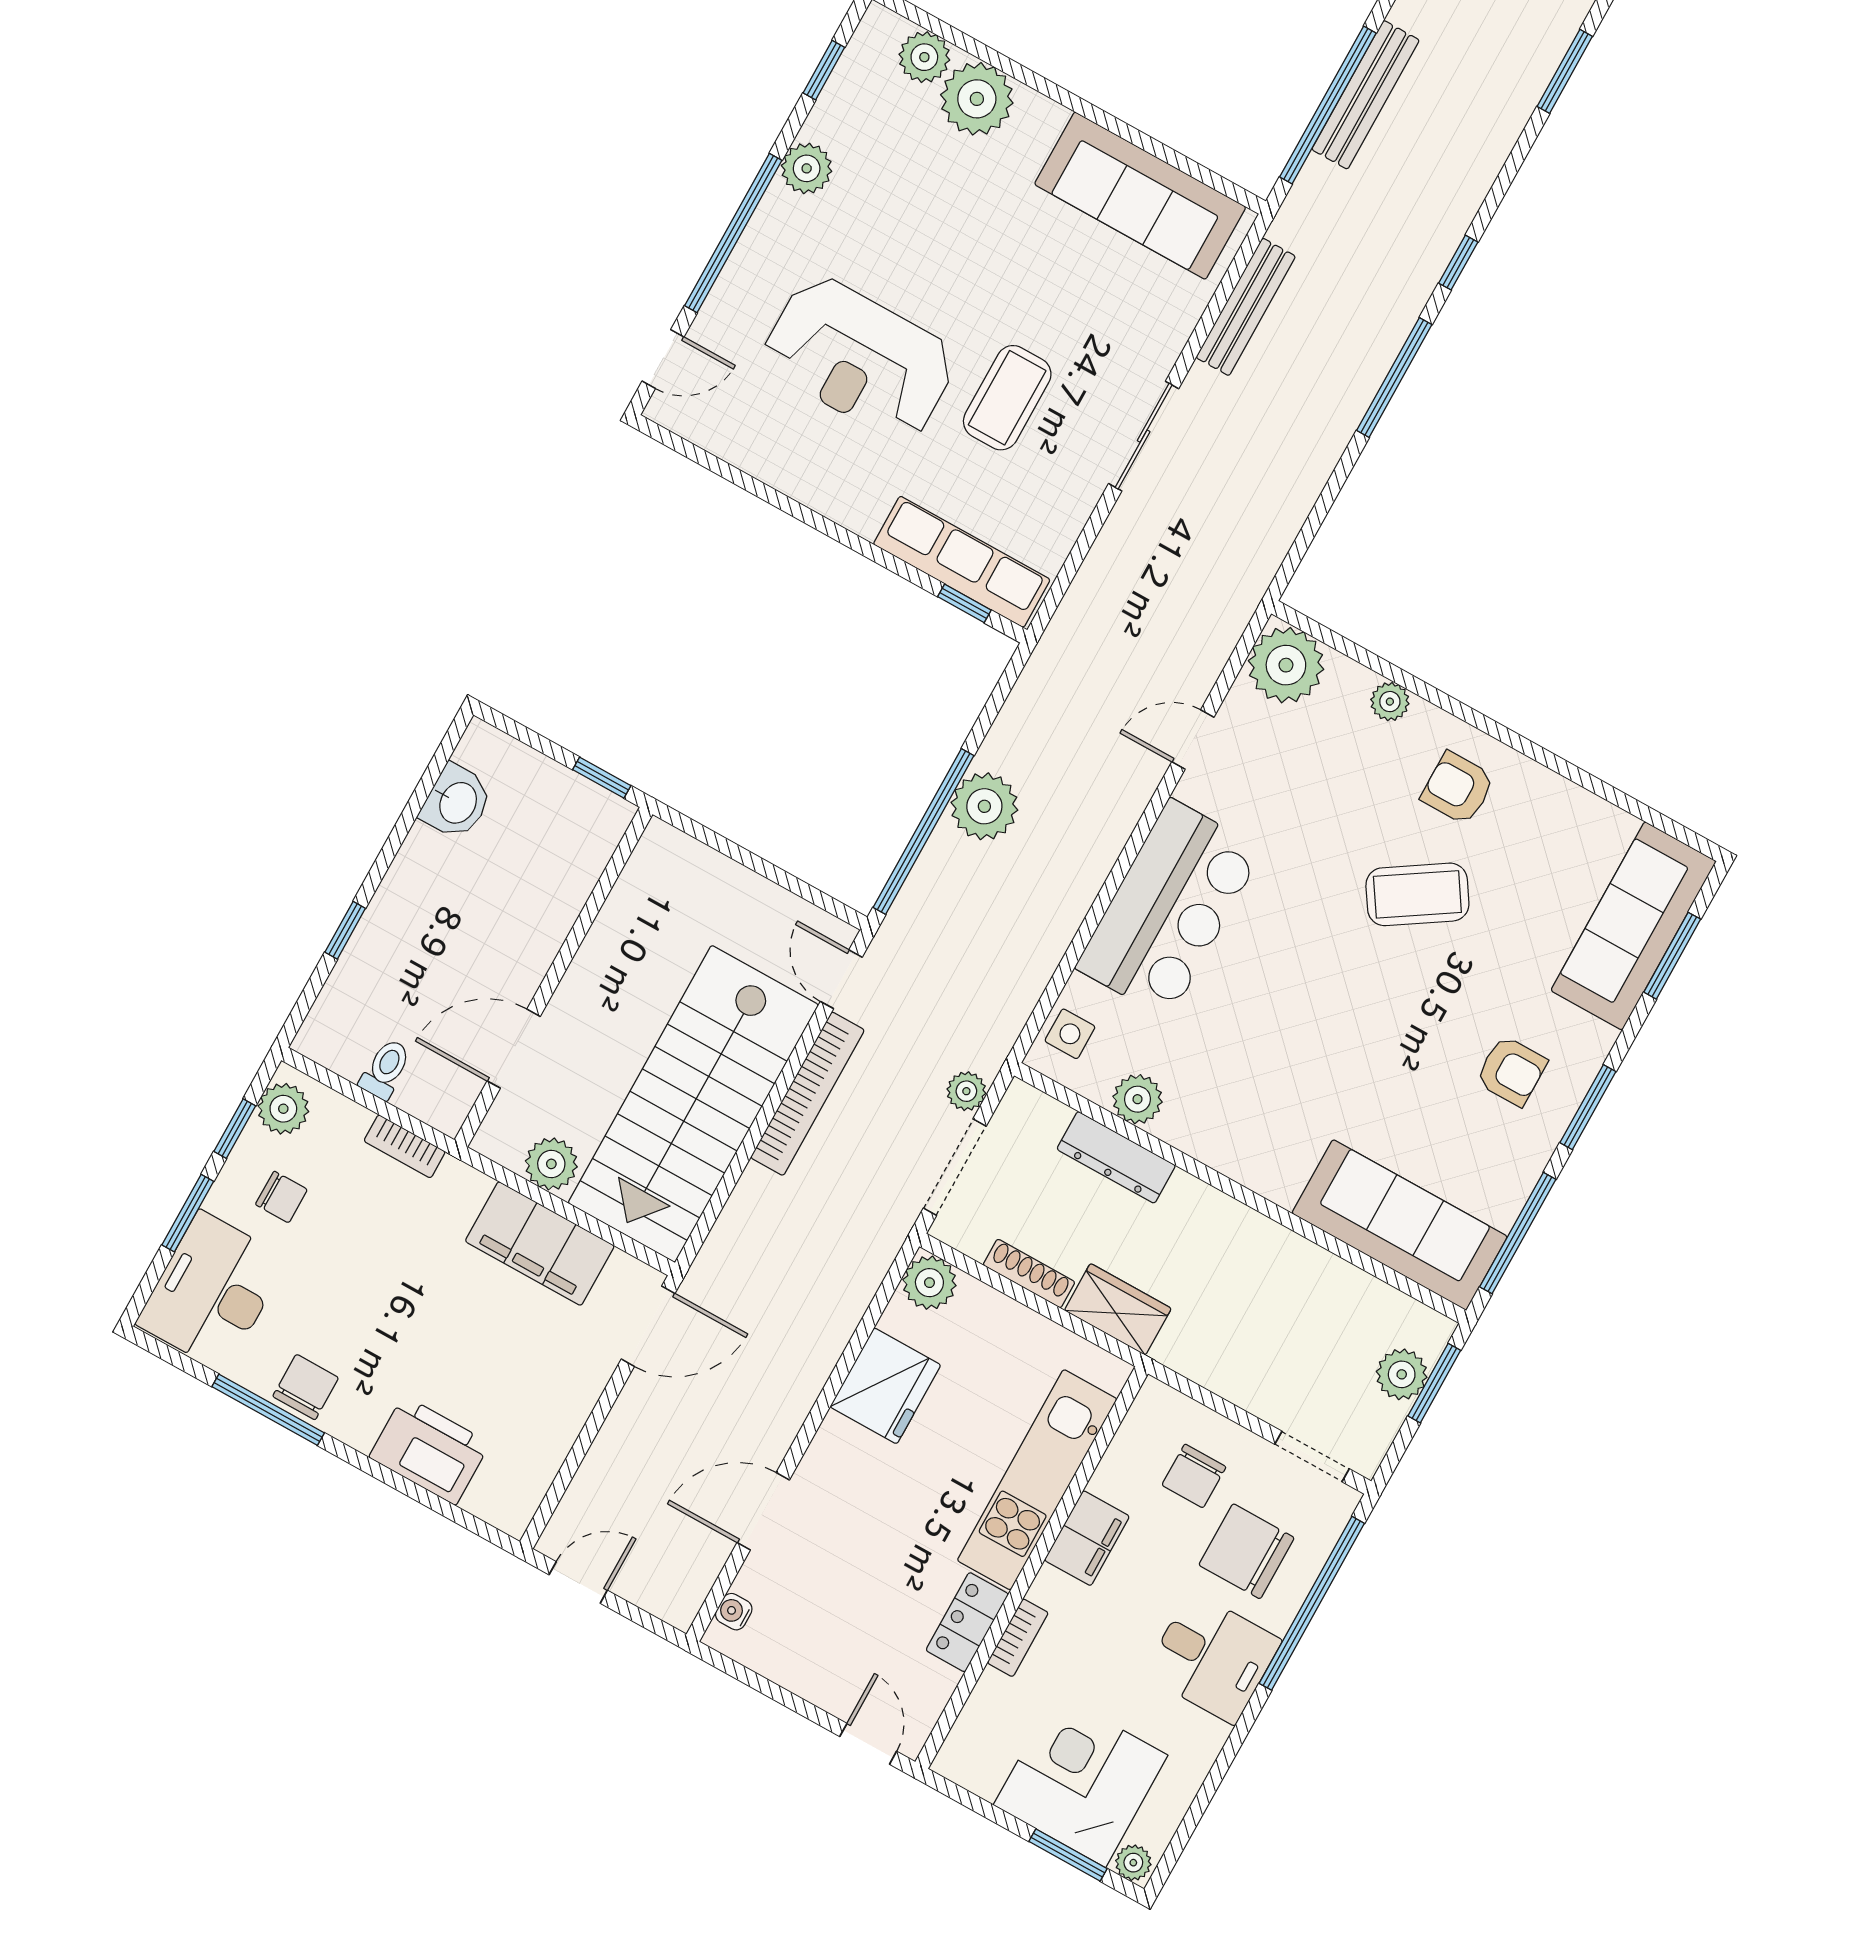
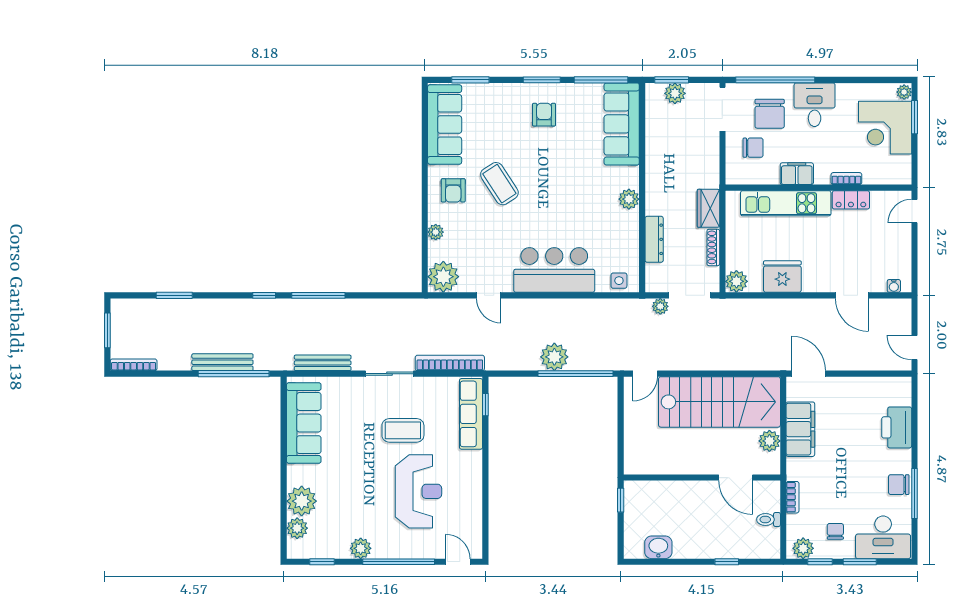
sofa: (1633, 926) -> (445, 125), moved, turned -90
bookcase: (807, 1094) -> (450, 363), moved
plant: (1138, 1099) -> (629, 199), moved
doorway: (1312, 1457) -> (722, 109), width x1.38

